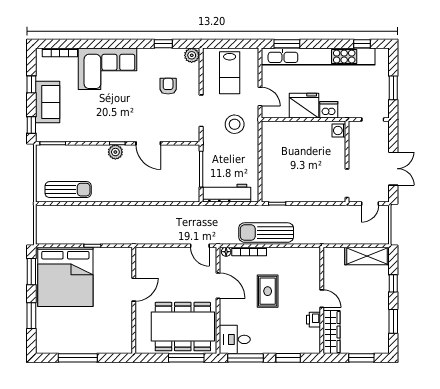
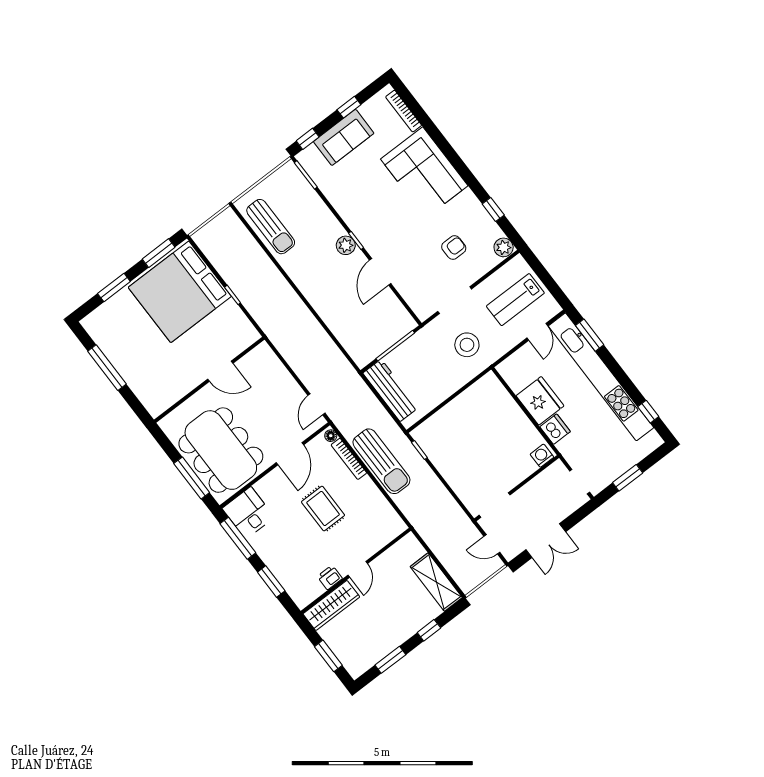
door: (260, 97) -> (537, 332), moved
sun lounger: (266, 233) -> (381, 461), turned 180
rug: (268, 291) -> (323, 509), turned 90

